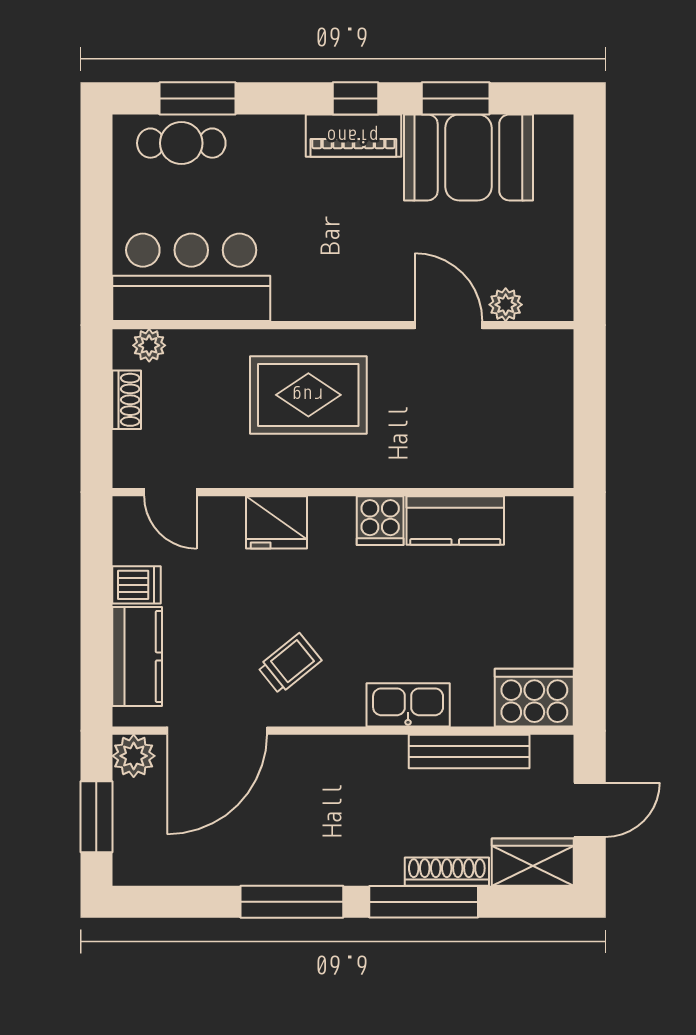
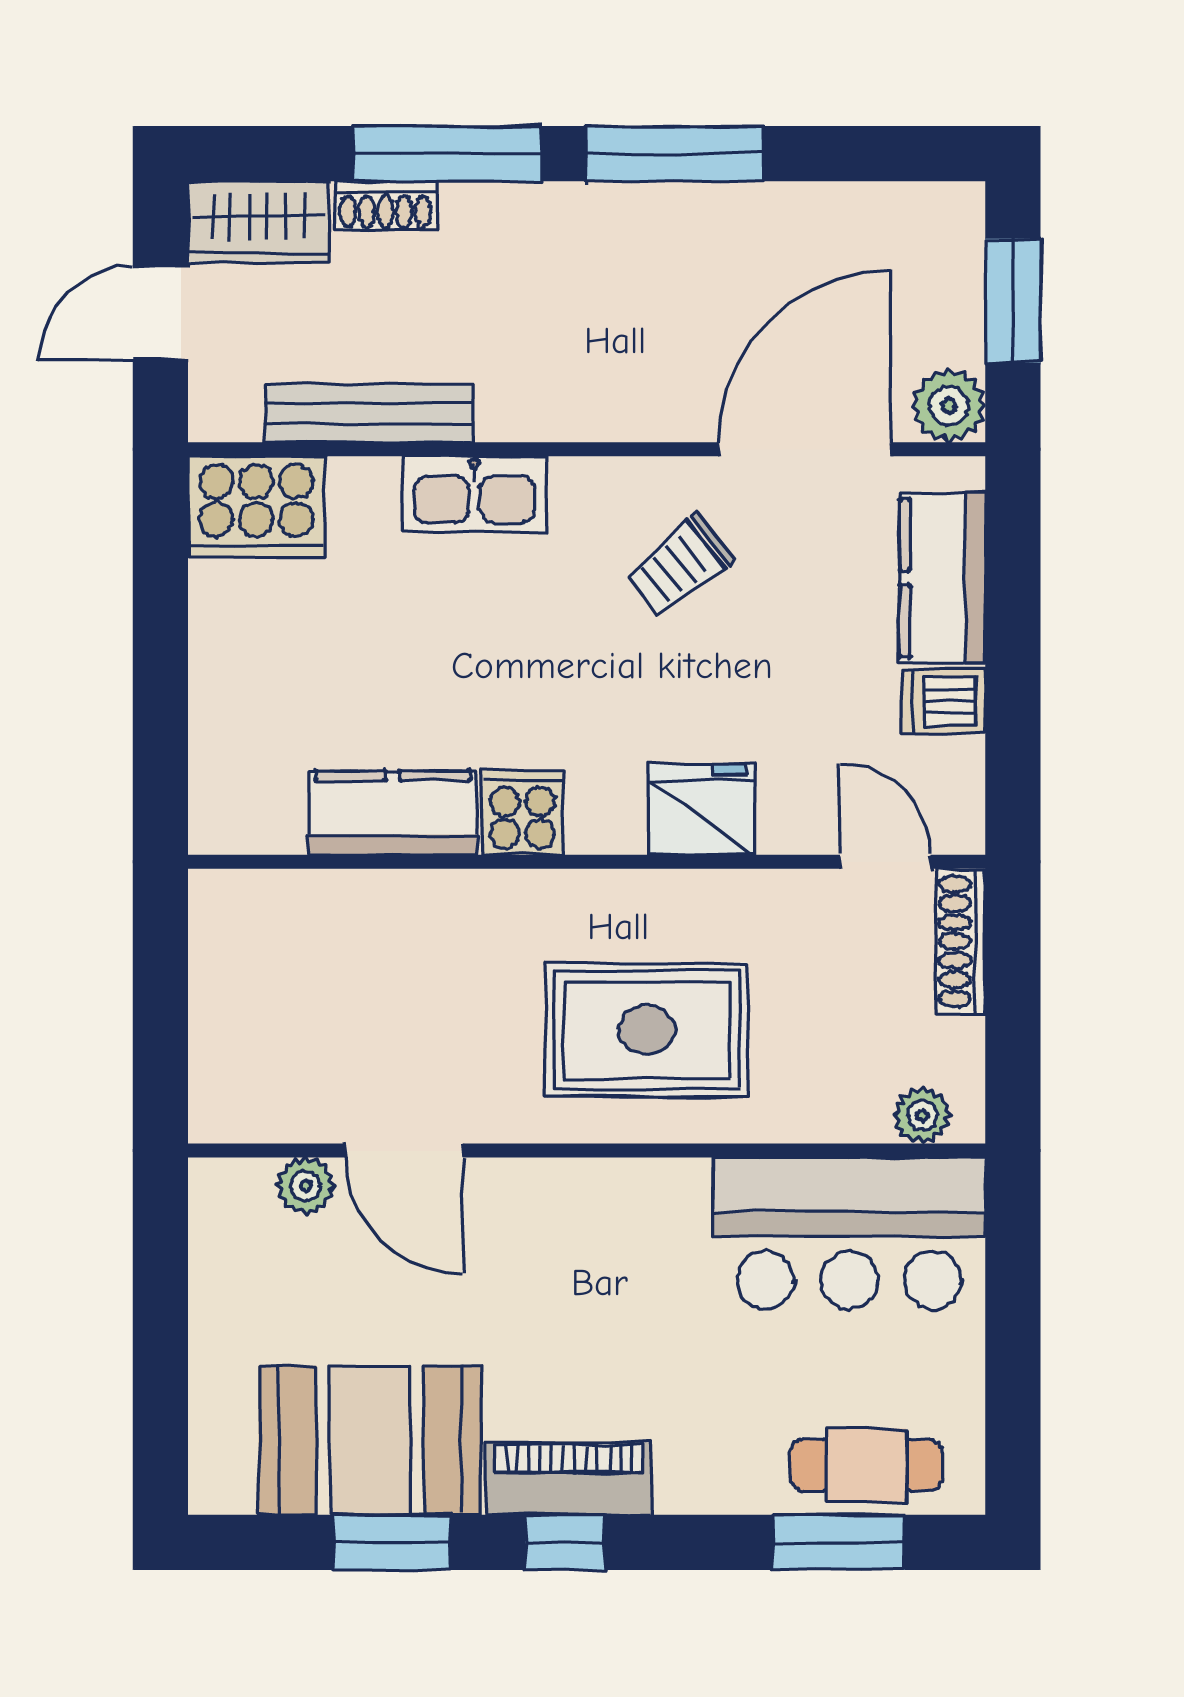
shoe rack: (127, 400) -> (961, 941), moved, width x1.43
shoe rack: (447, 872) -> (386, 206), width x0.70

